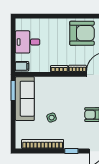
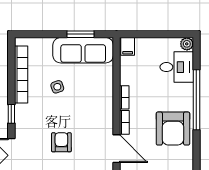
window: (61, 16) -> (196, 100), added
plant: (20, 23) -> (187, 44), added
desk: (28, 42) -> (177, 67), moved, turned 90
window: (13, 90) -> (80, 34), moved

